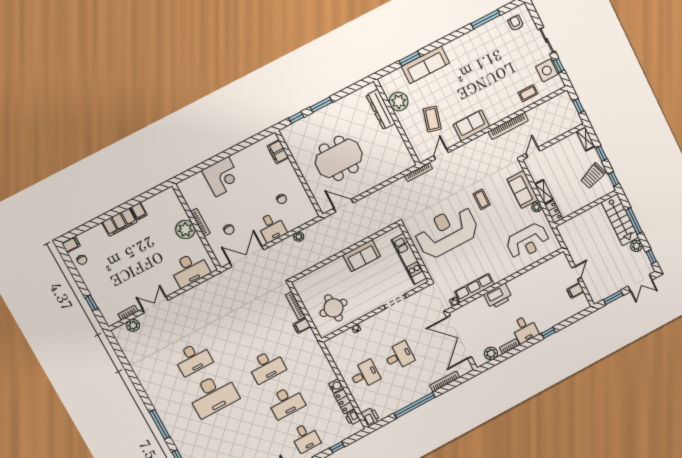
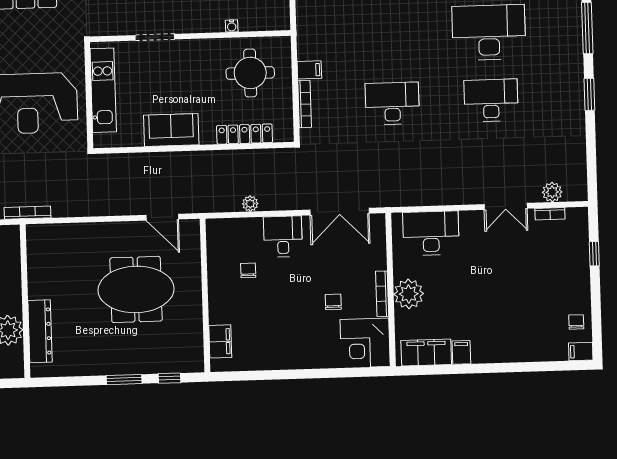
corner desk: (222, 177) -> (365, 343), moved, turned -90
filing cabinet: (119, 222) -> (426, 352), moved
chair: (229, 230) -> (333, 302), moved
locker: (320, 273) -> (245, 134), added
desk: (267, 366) -> (392, 103), moved
window: (140, 389) -> (589, 94), added

